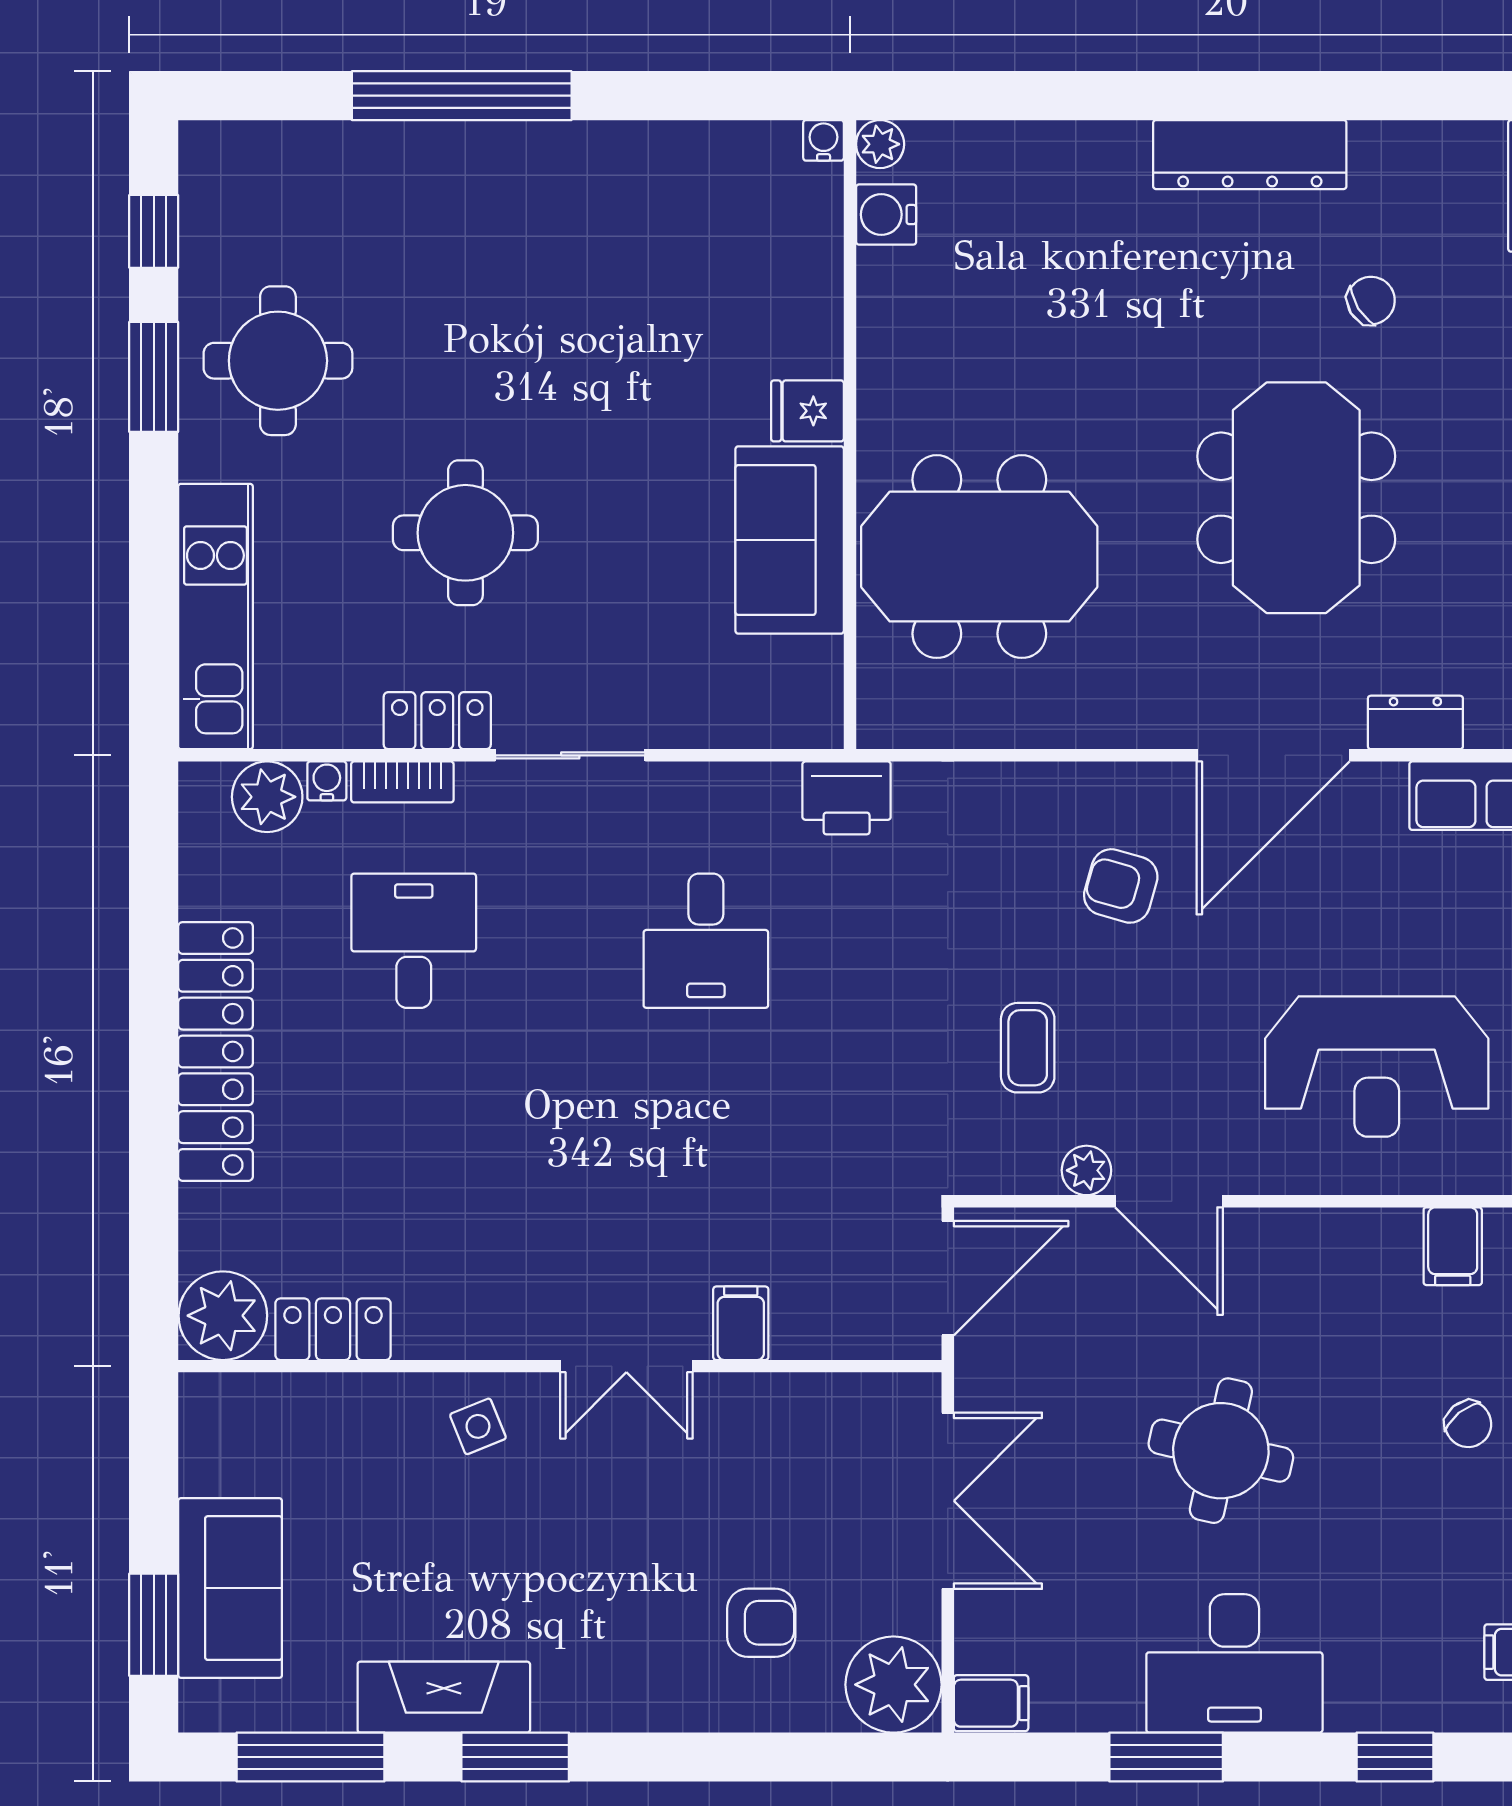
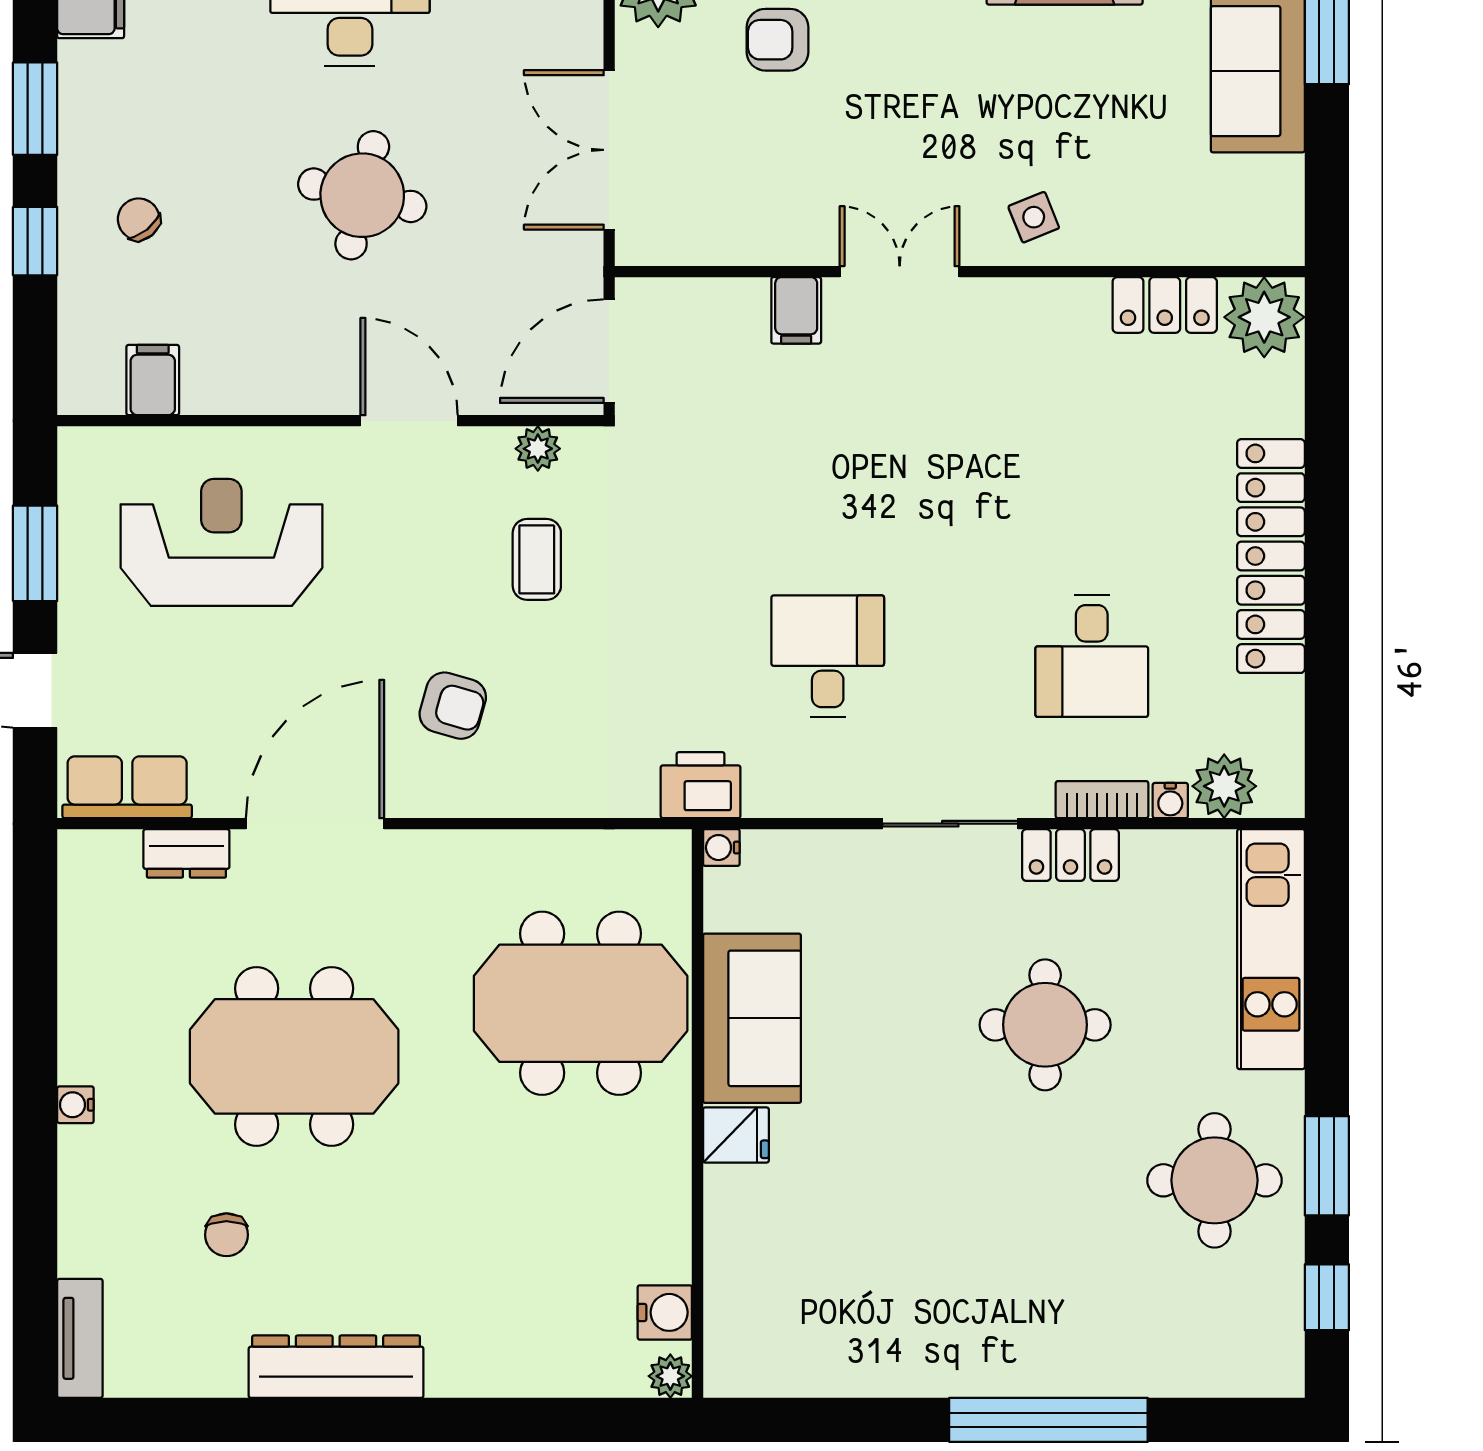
water cooler: (824, 140) -> (721, 848), moved, turned 90
chair: (1371, 301) -> (226, 1235), turned -58
meeting table: (1296, 498) -> (294, 1056), turned 90
plant: (1086, 1170) -> (538, 449), moved

